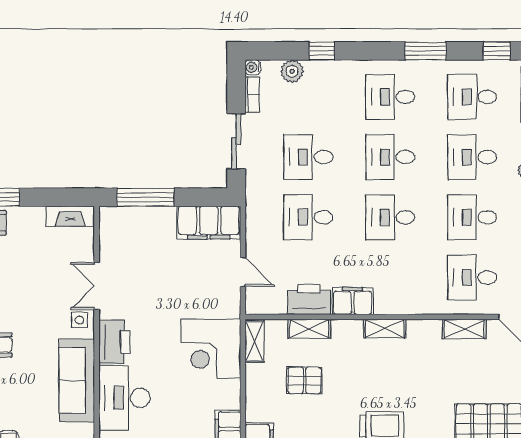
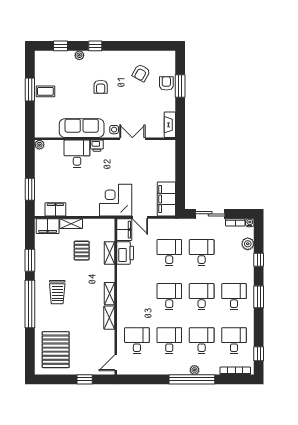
window: (426, 51) -> (259, 297), moved
window: (146, 197) -> (180, 165), removed
door: (243, 272) -> (140, 217), hinge flipped
filing cabinet: (353, 301) -> (124, 230), moved
shelving: (464, 329) -> (109, 318), moved
shelving: (254, 341) -> (71, 224), moved
printer: (114, 342) -> (97, 146), width x0.53, depth x0.68
corner desk: (211, 349) -> (116, 200), moved
desk: (124, 398) -> (77, 154), width x0.73

